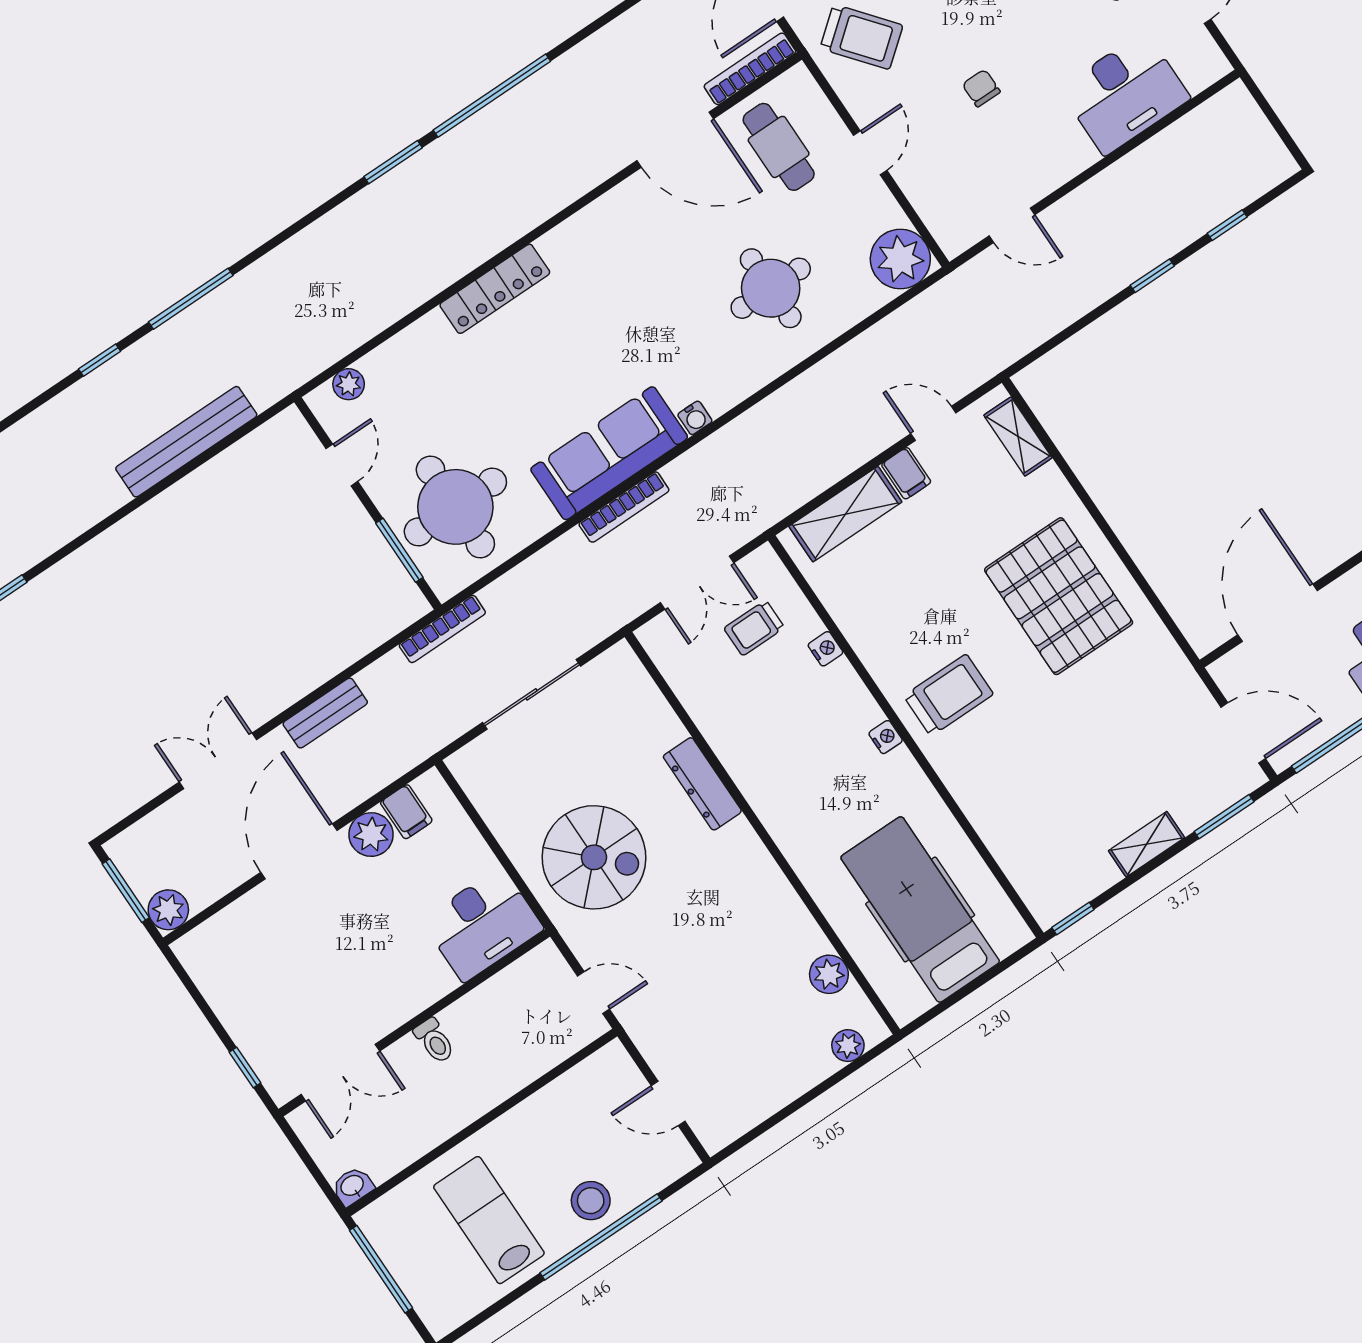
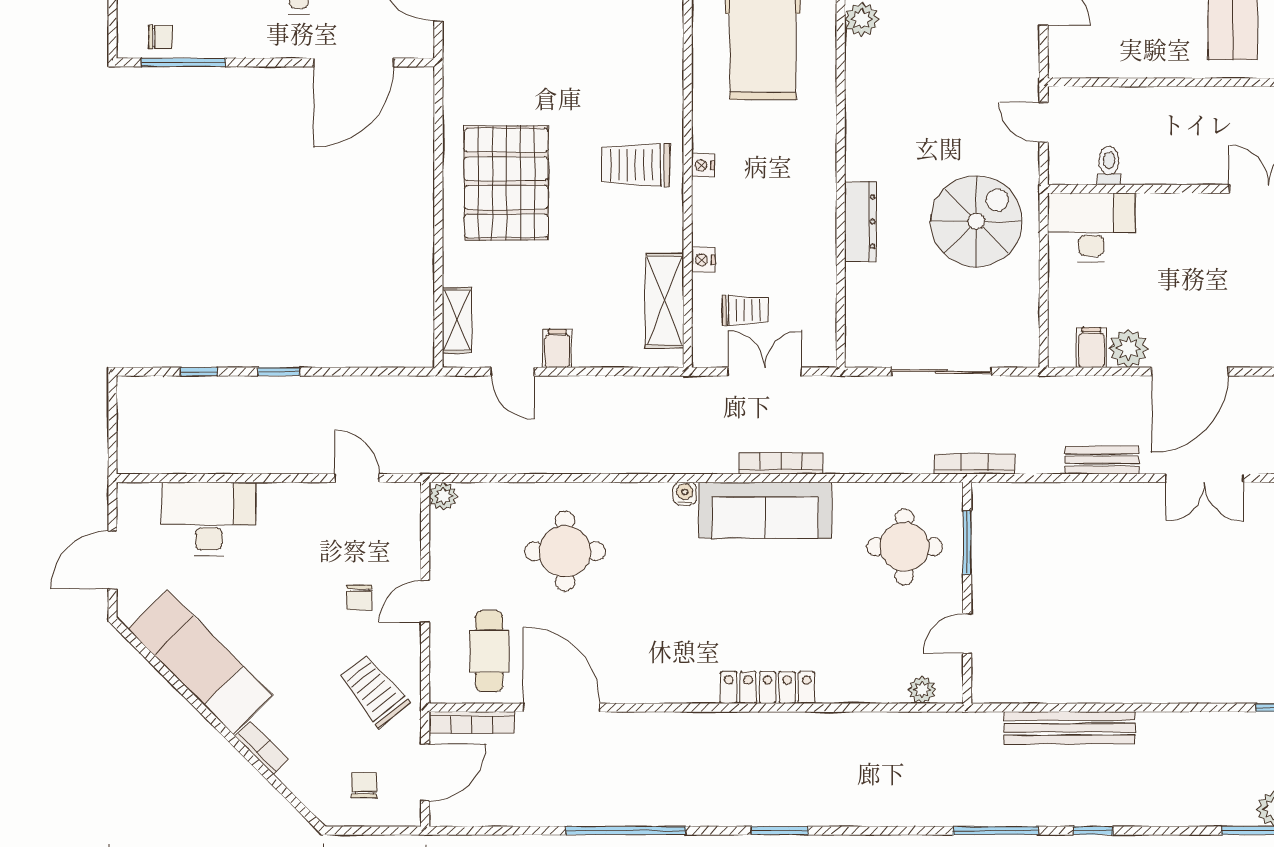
chair: (981, 88) -> (359, 598), moved
window: (492, 96) -> (626, 831), moved
plant: (900, 259) -> (443, 496), width x0.53, depth x0.53
round table: (455, 507) -> (904, 547), width x0.73, depth x0.73
shelving: (845, 514) -> (665, 301), moved, turned 90
spiral stairs: (594, 857) -> (976, 221), turned 90
toilet: (434, 1041) -> (1109, 166), moved

